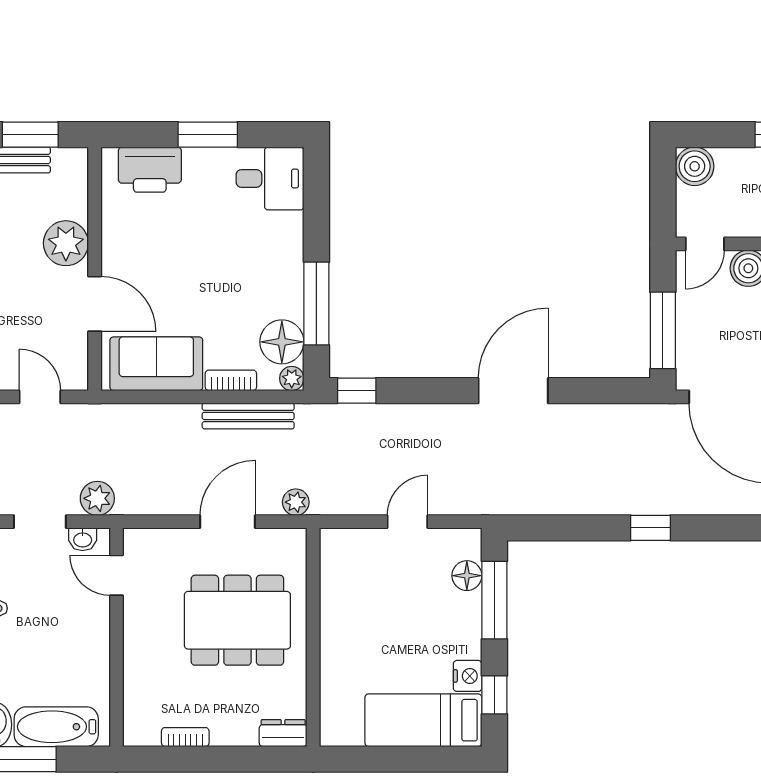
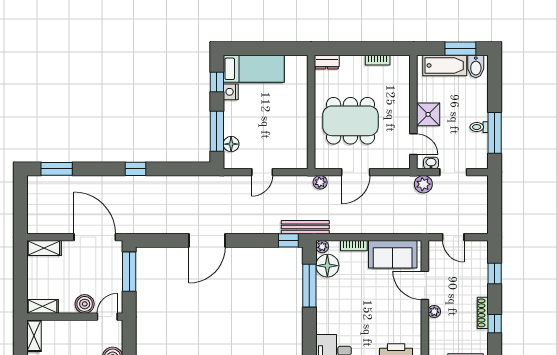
plant: (66, 243) -> (434, 312), width x0.53, depth x0.53
bench: (248, 416) -> (305, 227), moved
shower: (88, 633) -> (428, 114), added

